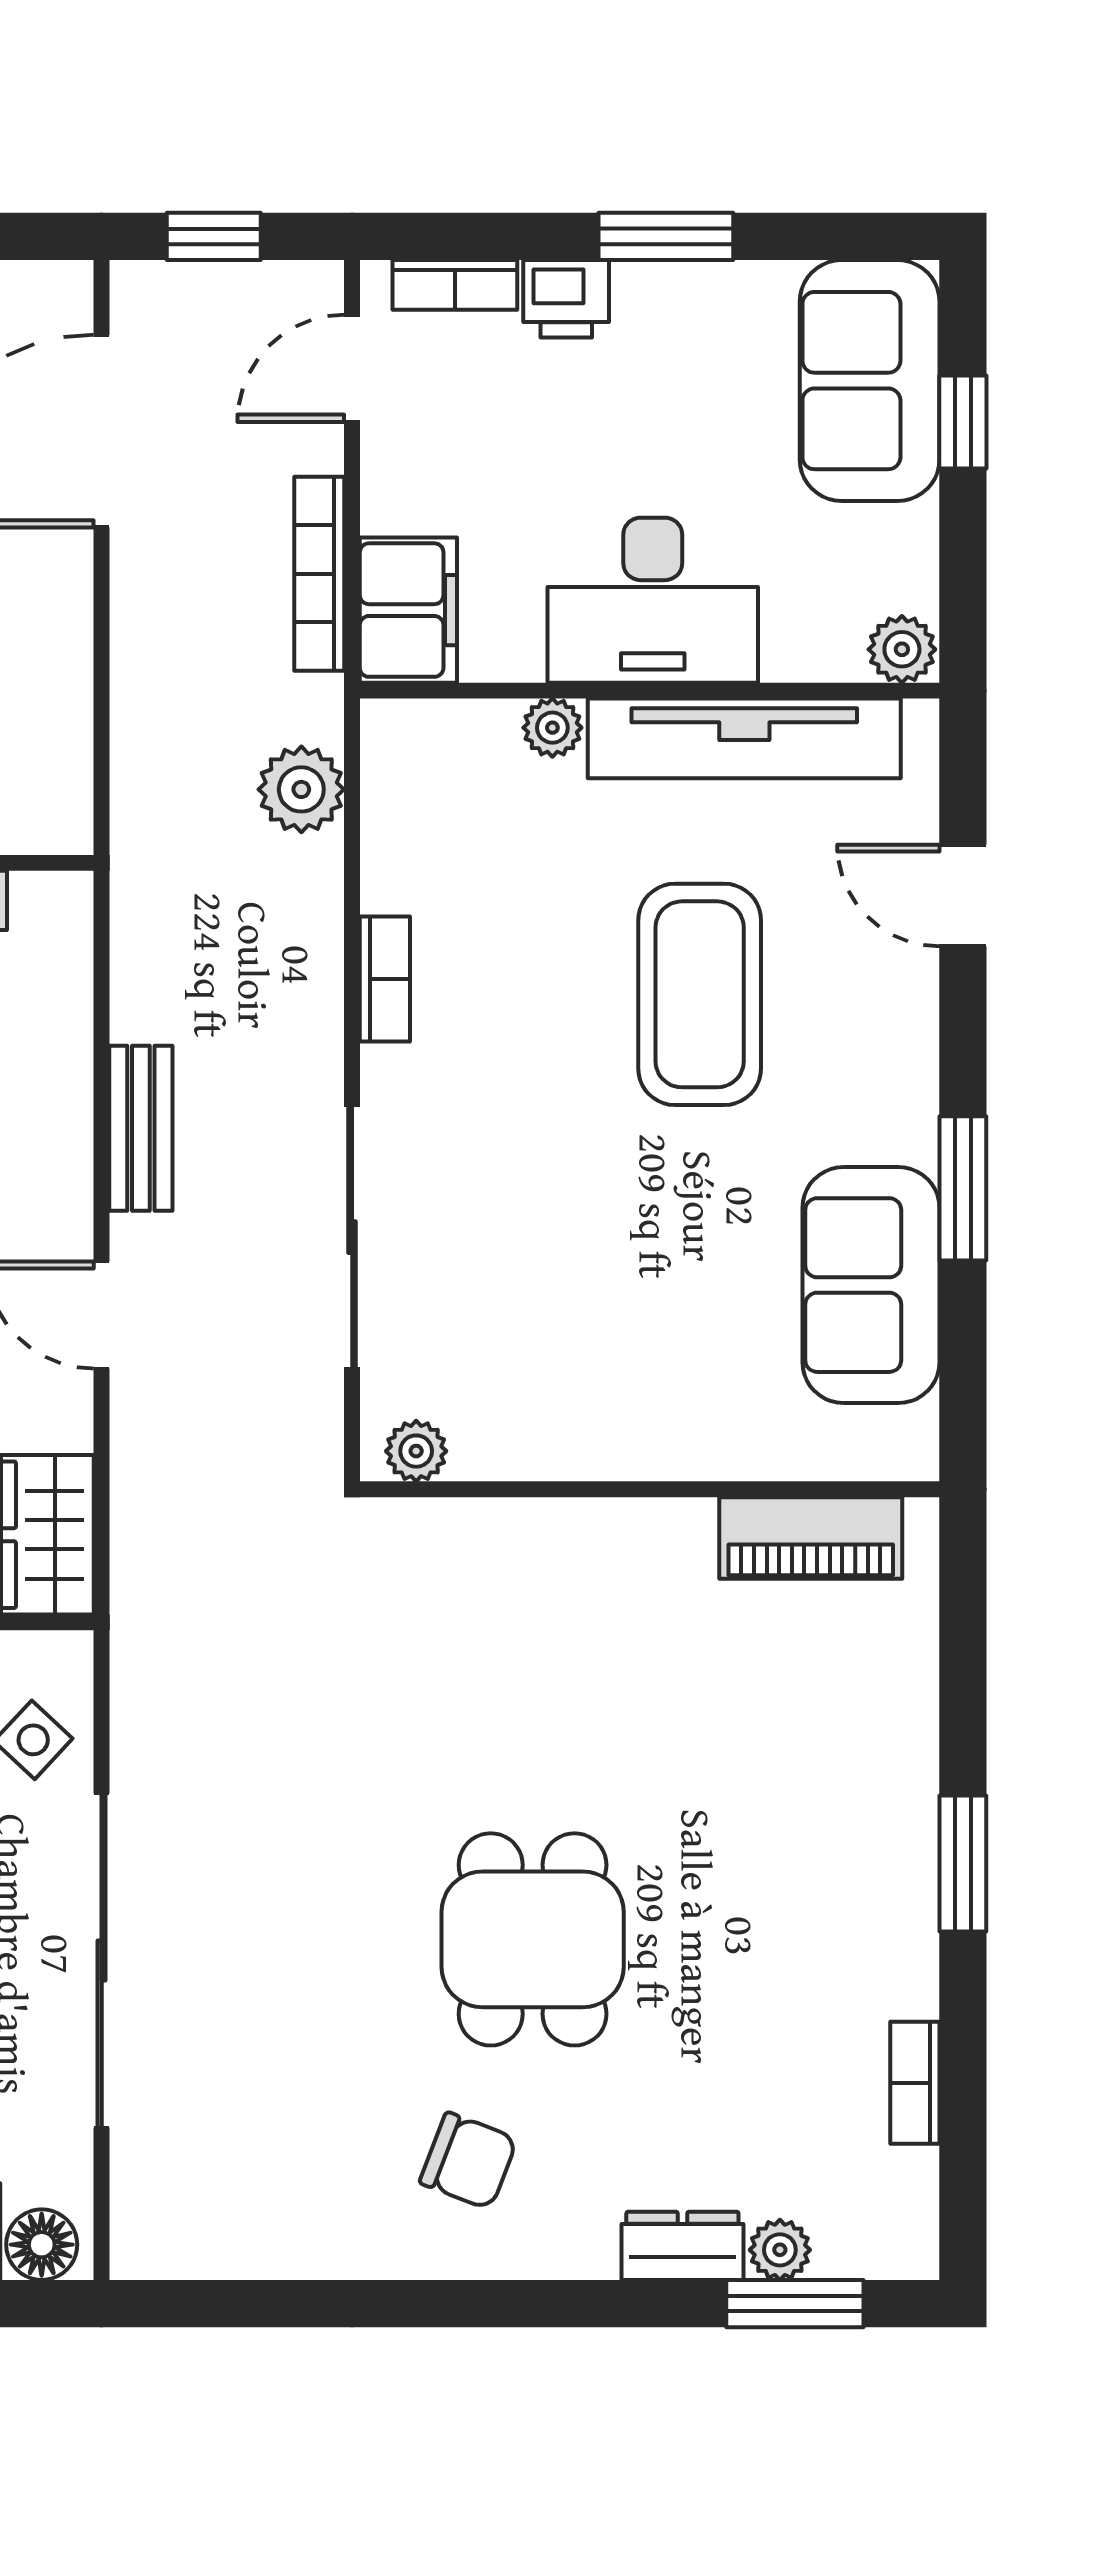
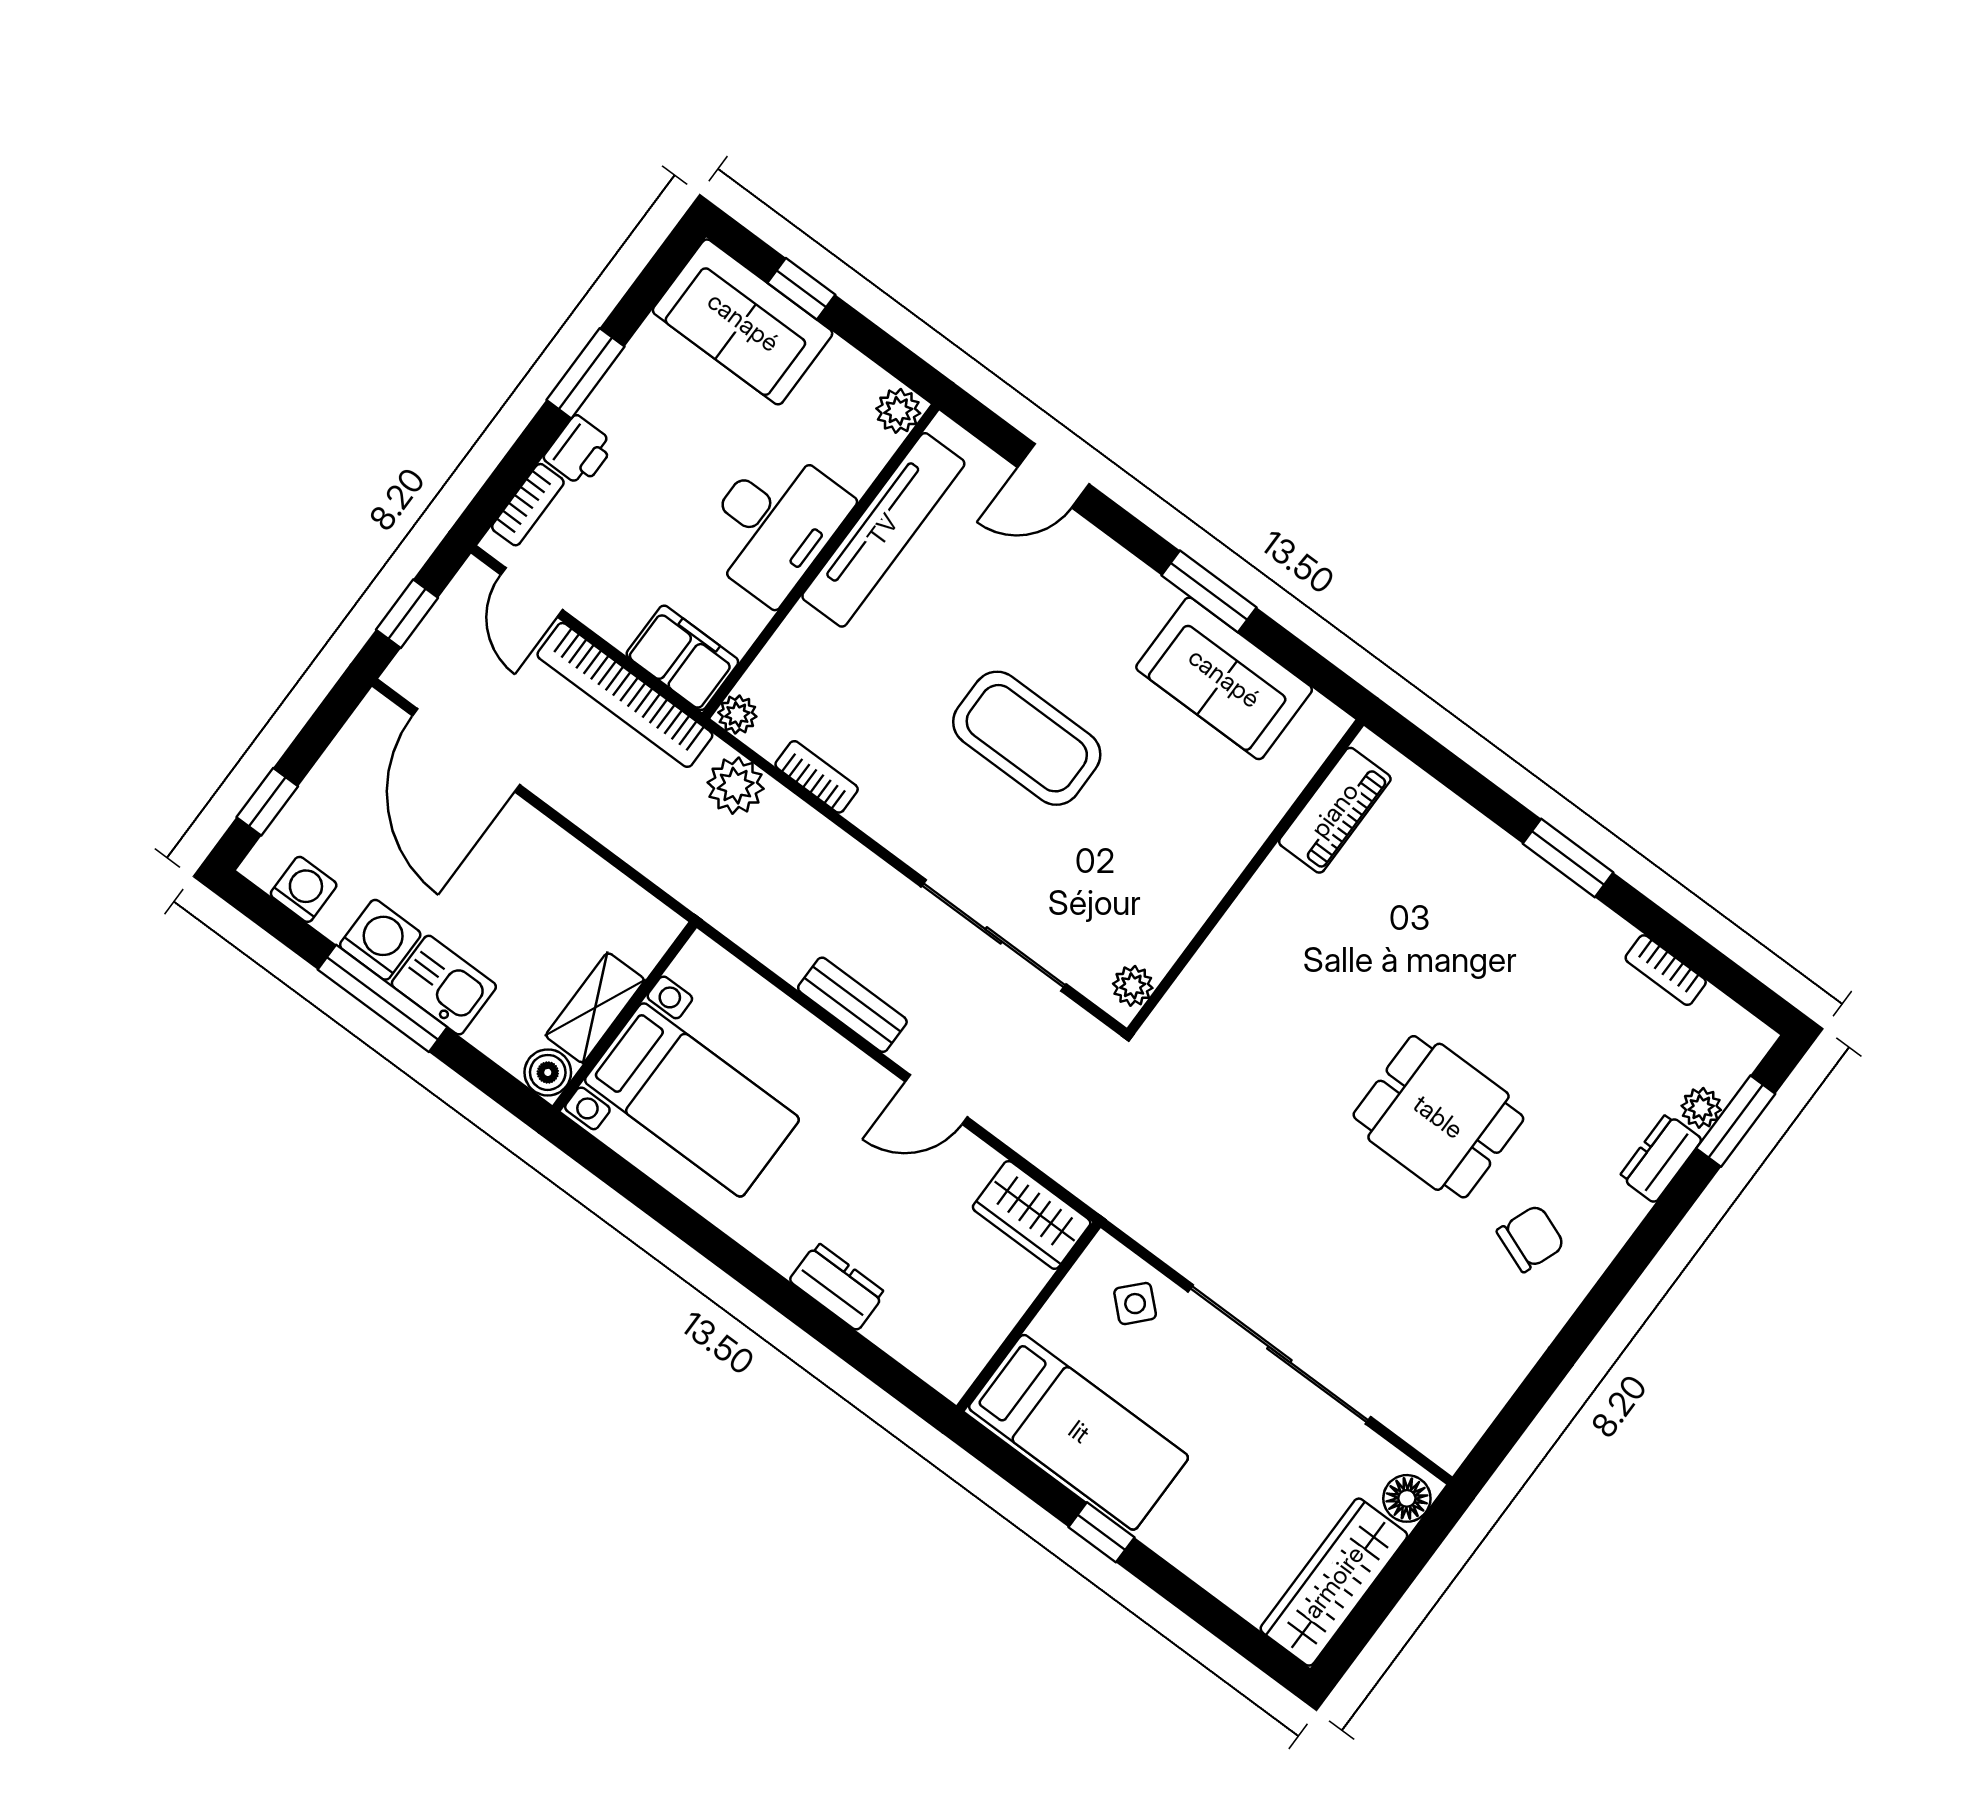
bookcase: (319, 574) -> (625, 695), width x1.48, depth x1.31
plant: (552, 728) -> (737, 714), moved
bookcase: (385, 979) -> (817, 777), moved
coffee table: (700, 994) -> (1027, 738), moved

